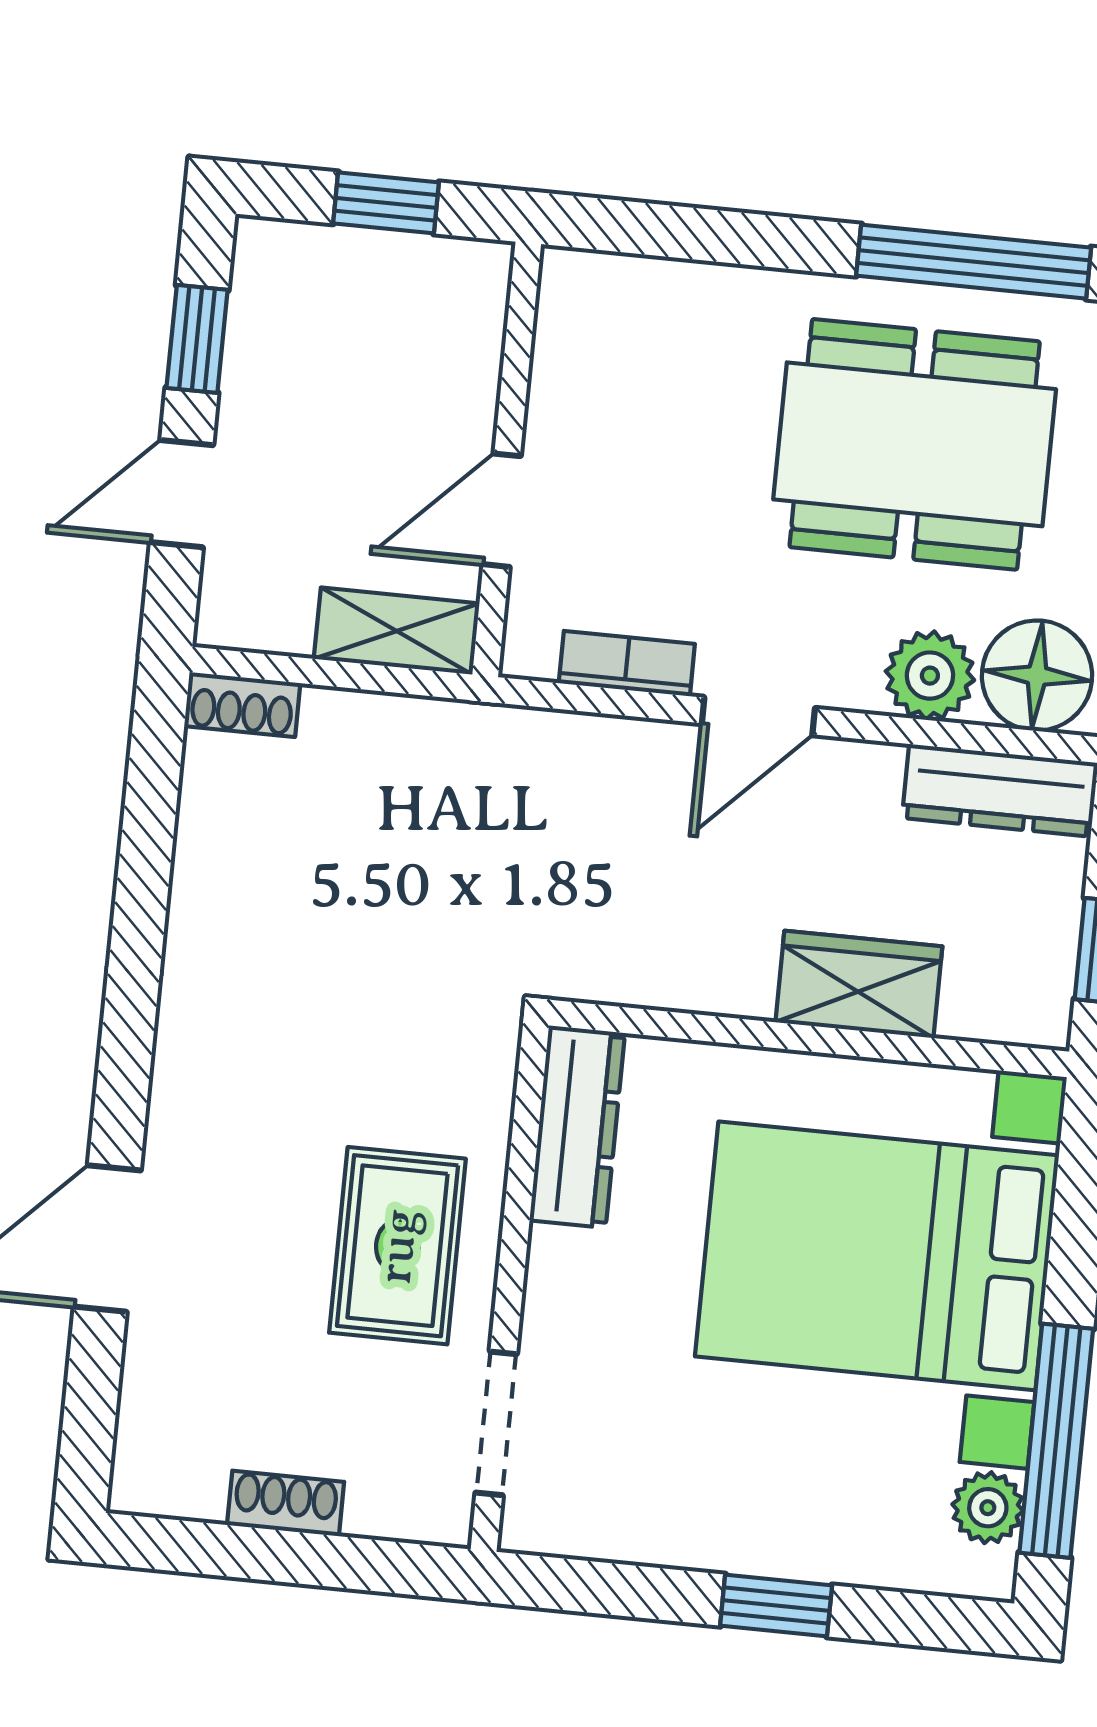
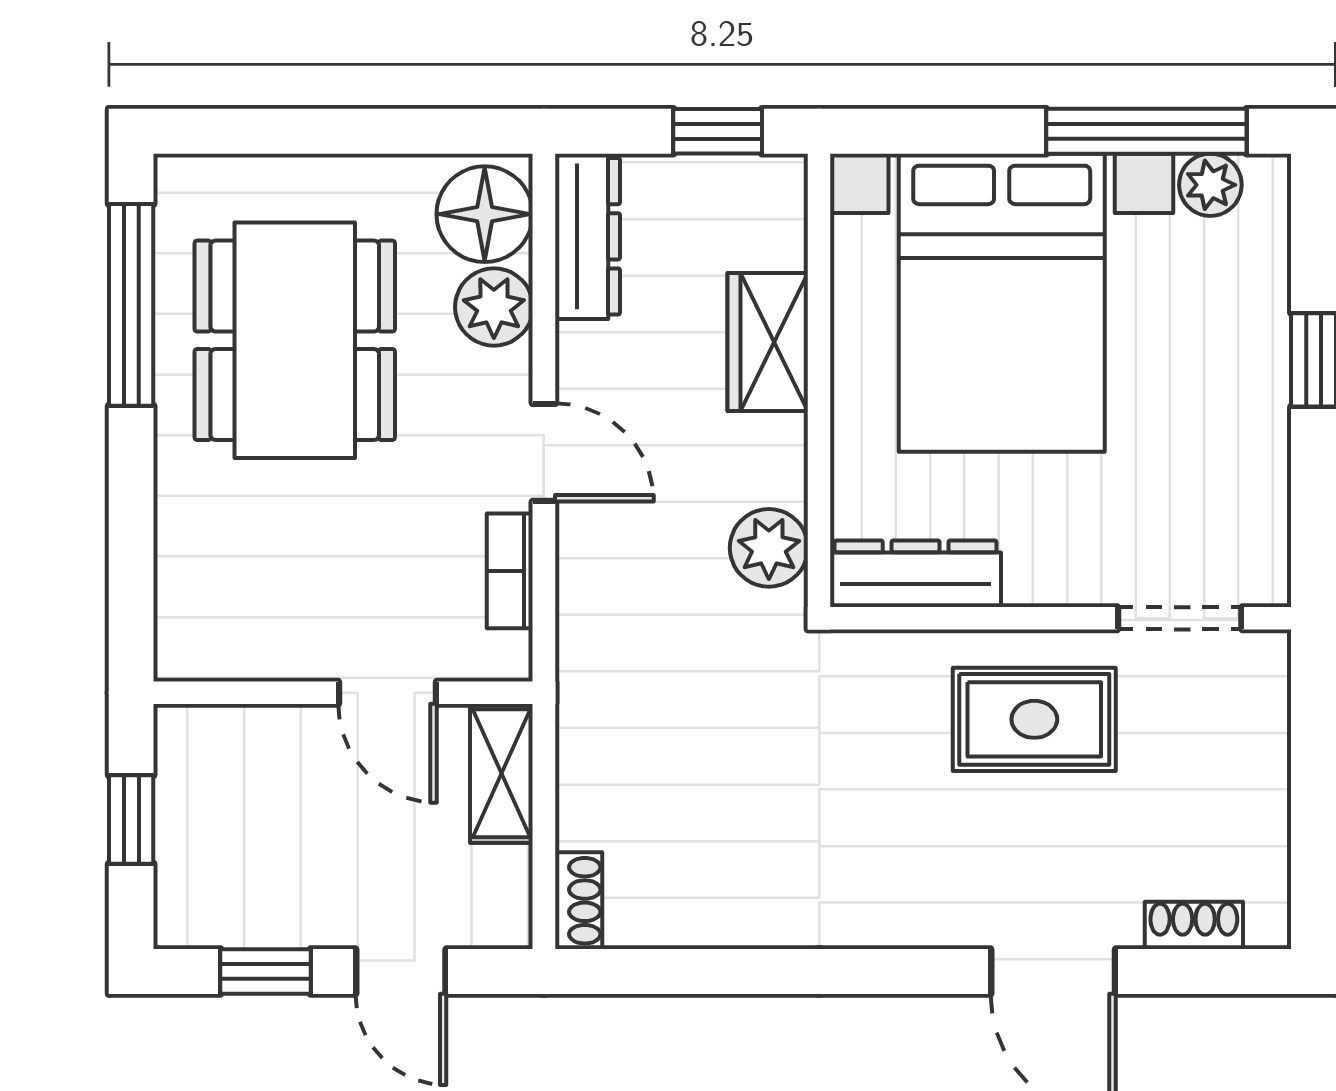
plant: (624, 962) -> (769, 548), added
shoe rack: (286, 1503) -> (1194, 925), moved, turned 90

